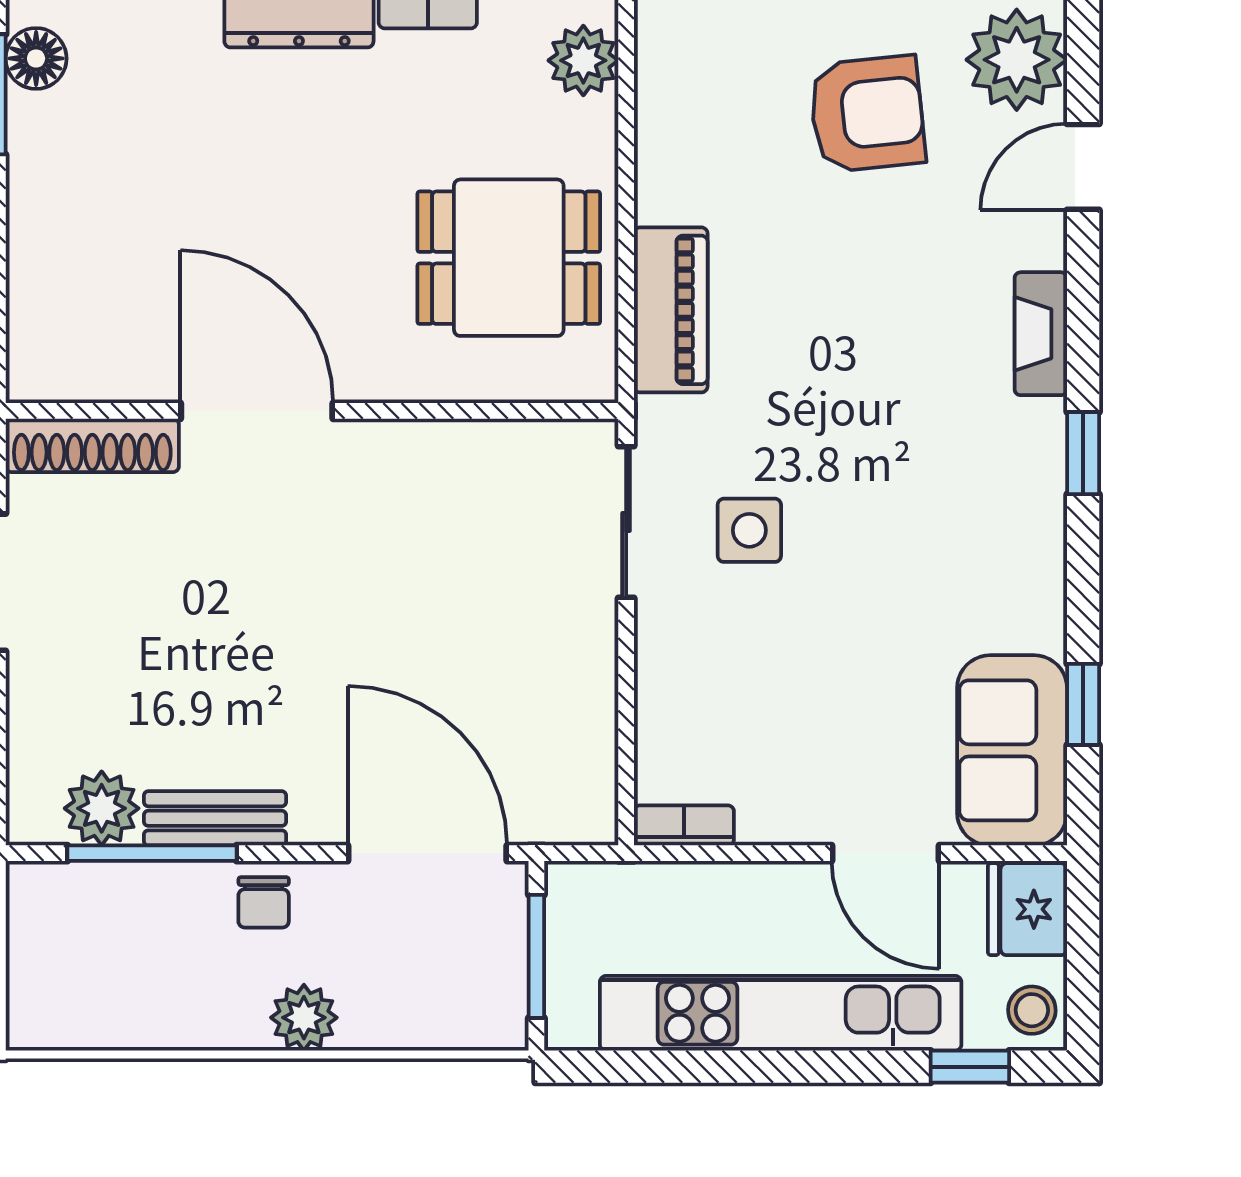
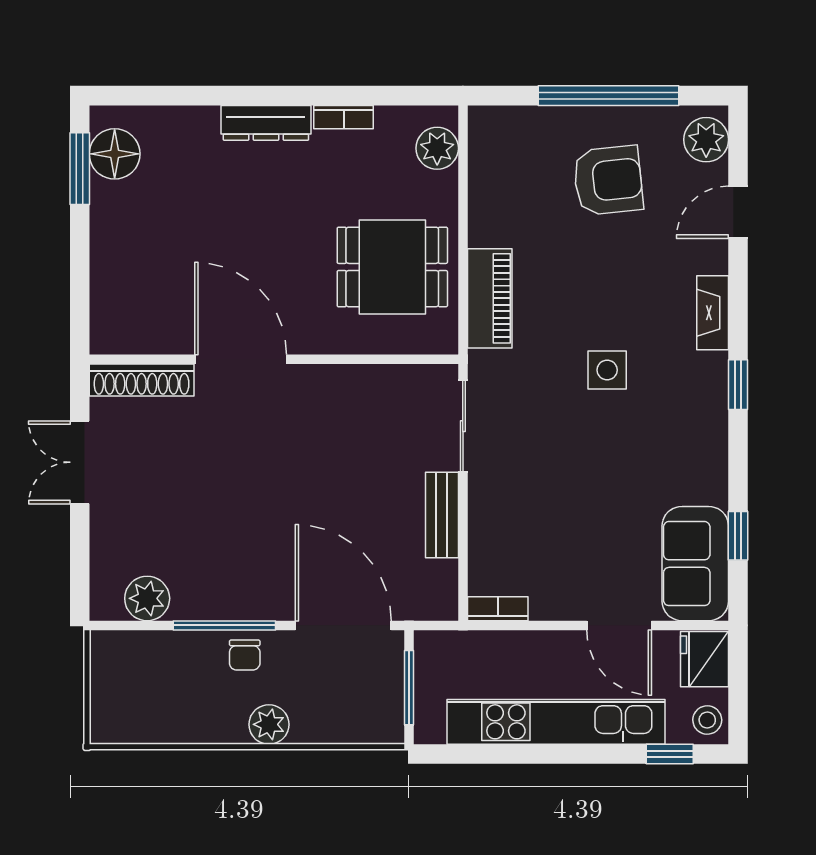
floor lamp: (36, 58) -> (115, 154), width x1.38, depth x1.38
plant: (1017, 60) -> (706, 140), width x0.73, depth x0.73
side table: (749, 530) -> (607, 370), moved
bench: (215, 818) -> (442, 515), moved, turned 90
window: (152, 853) -> (224, 625), moved

